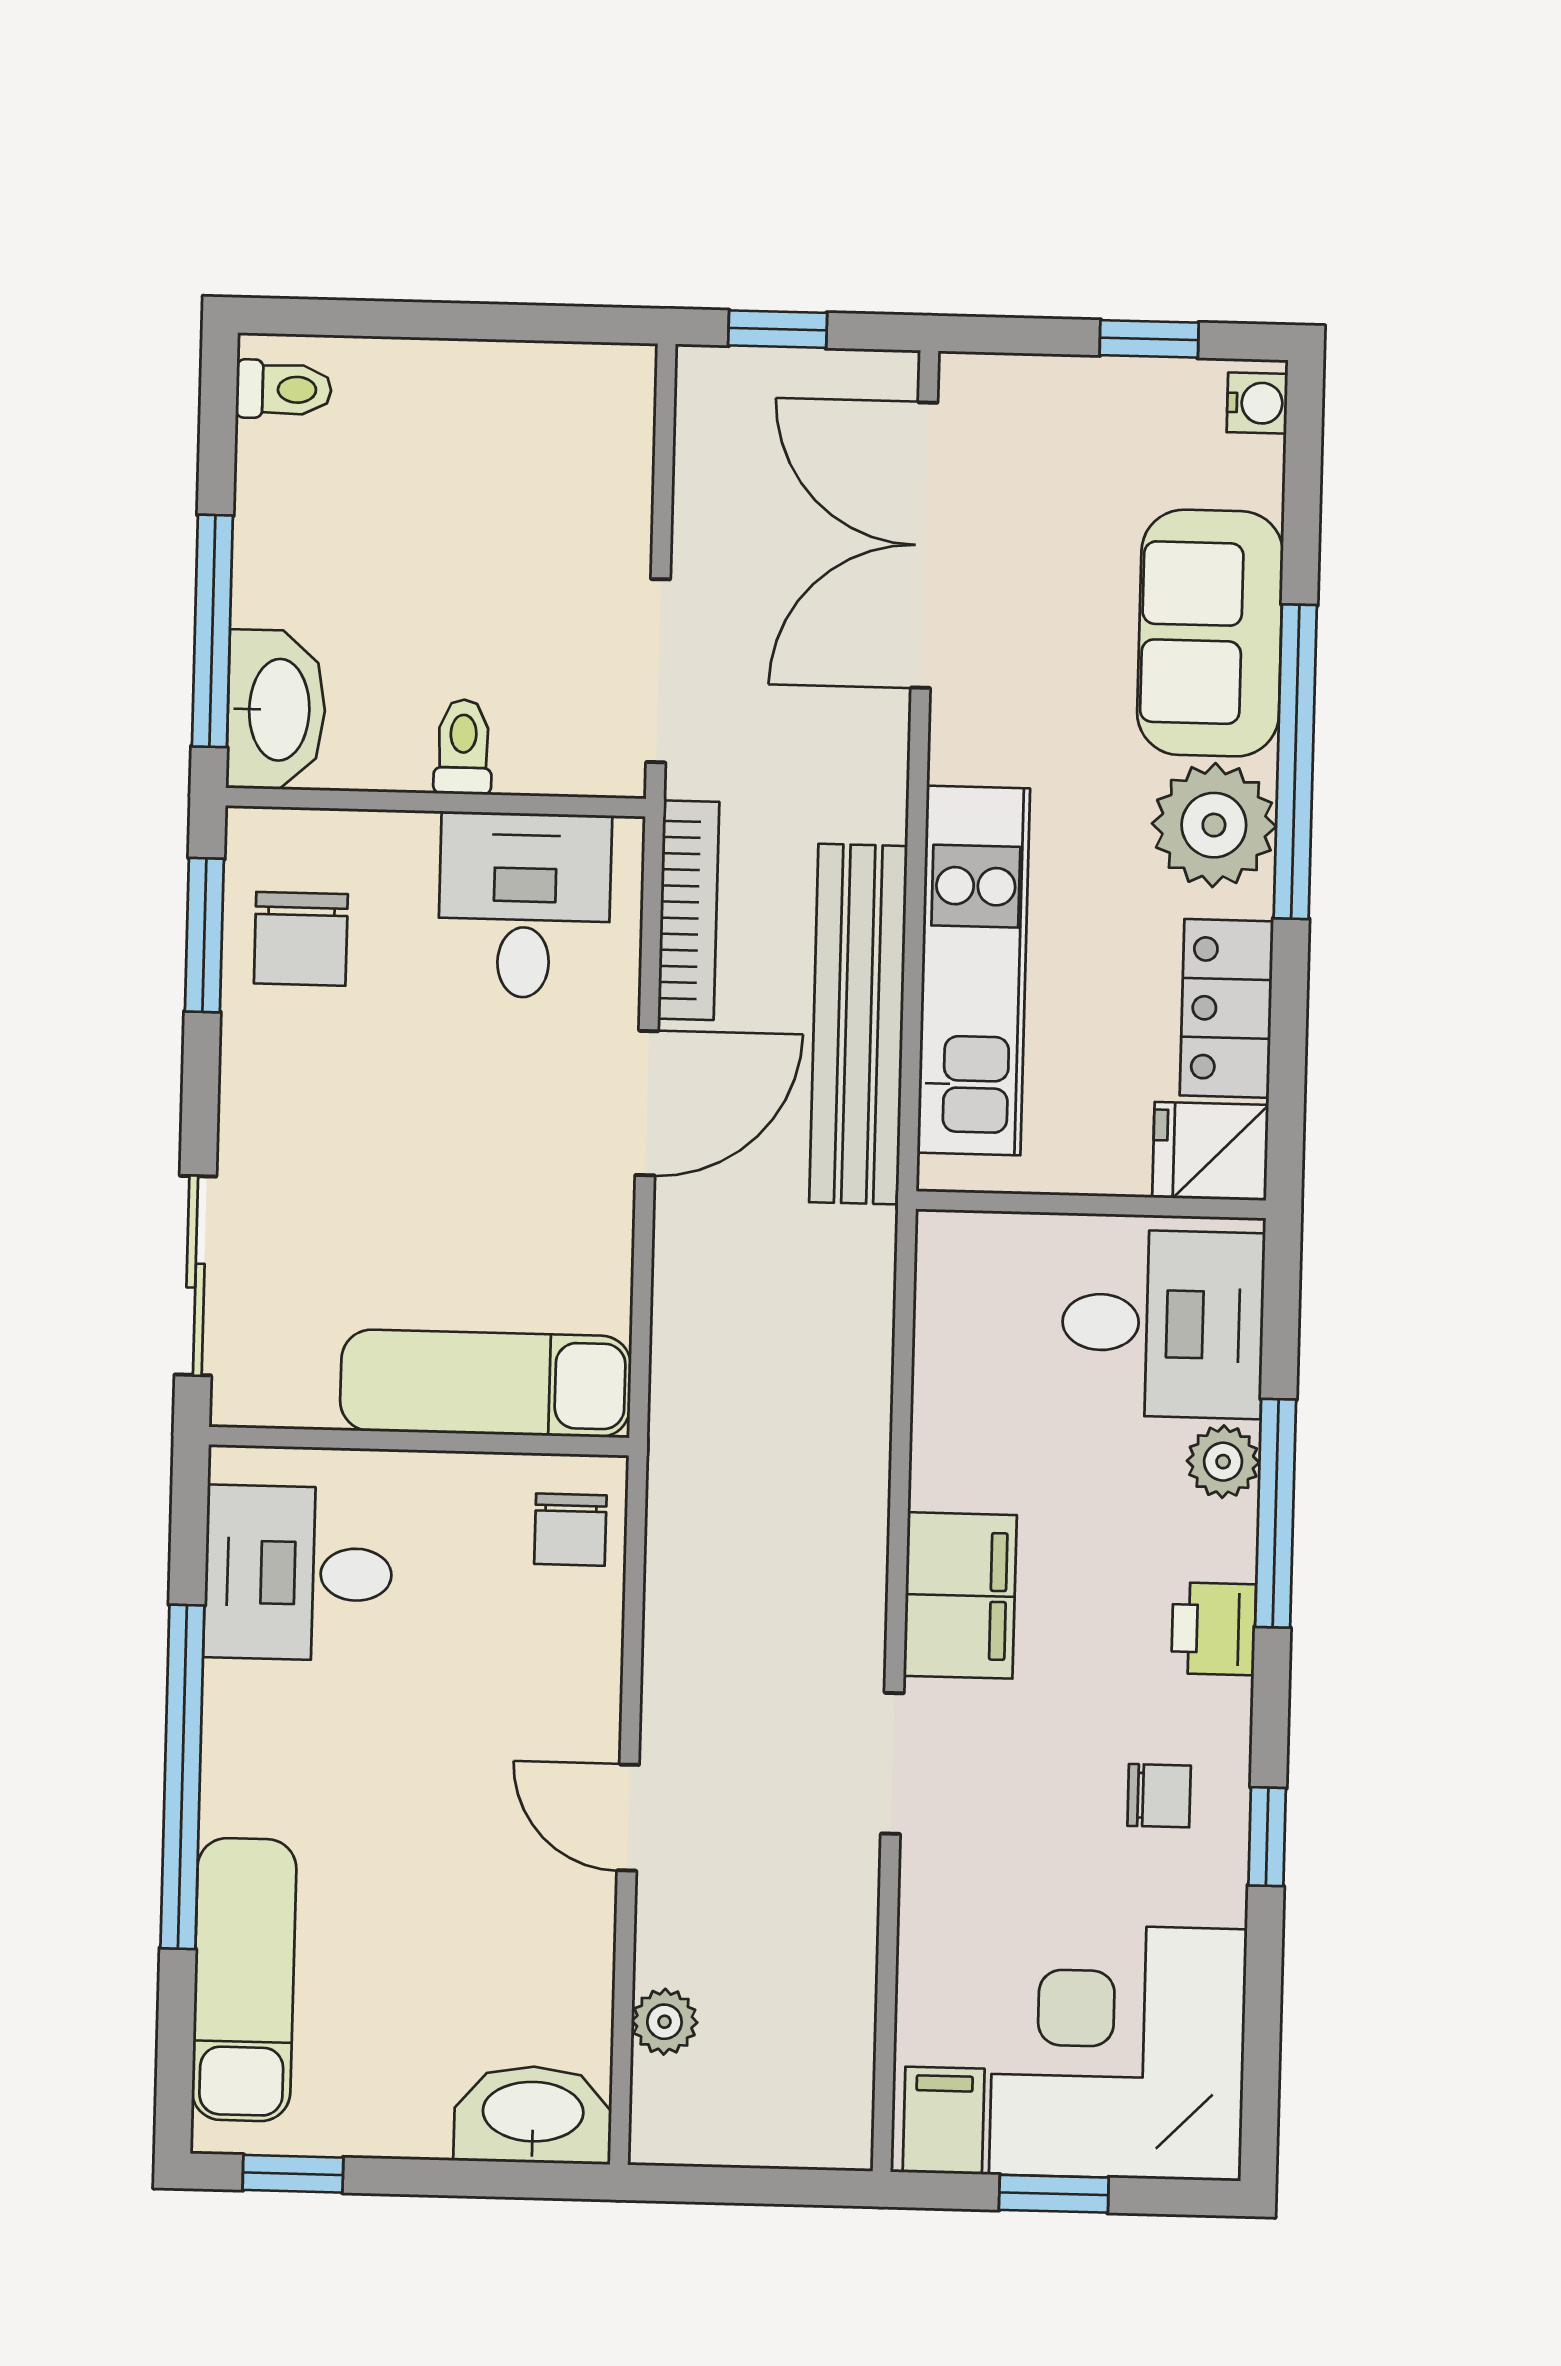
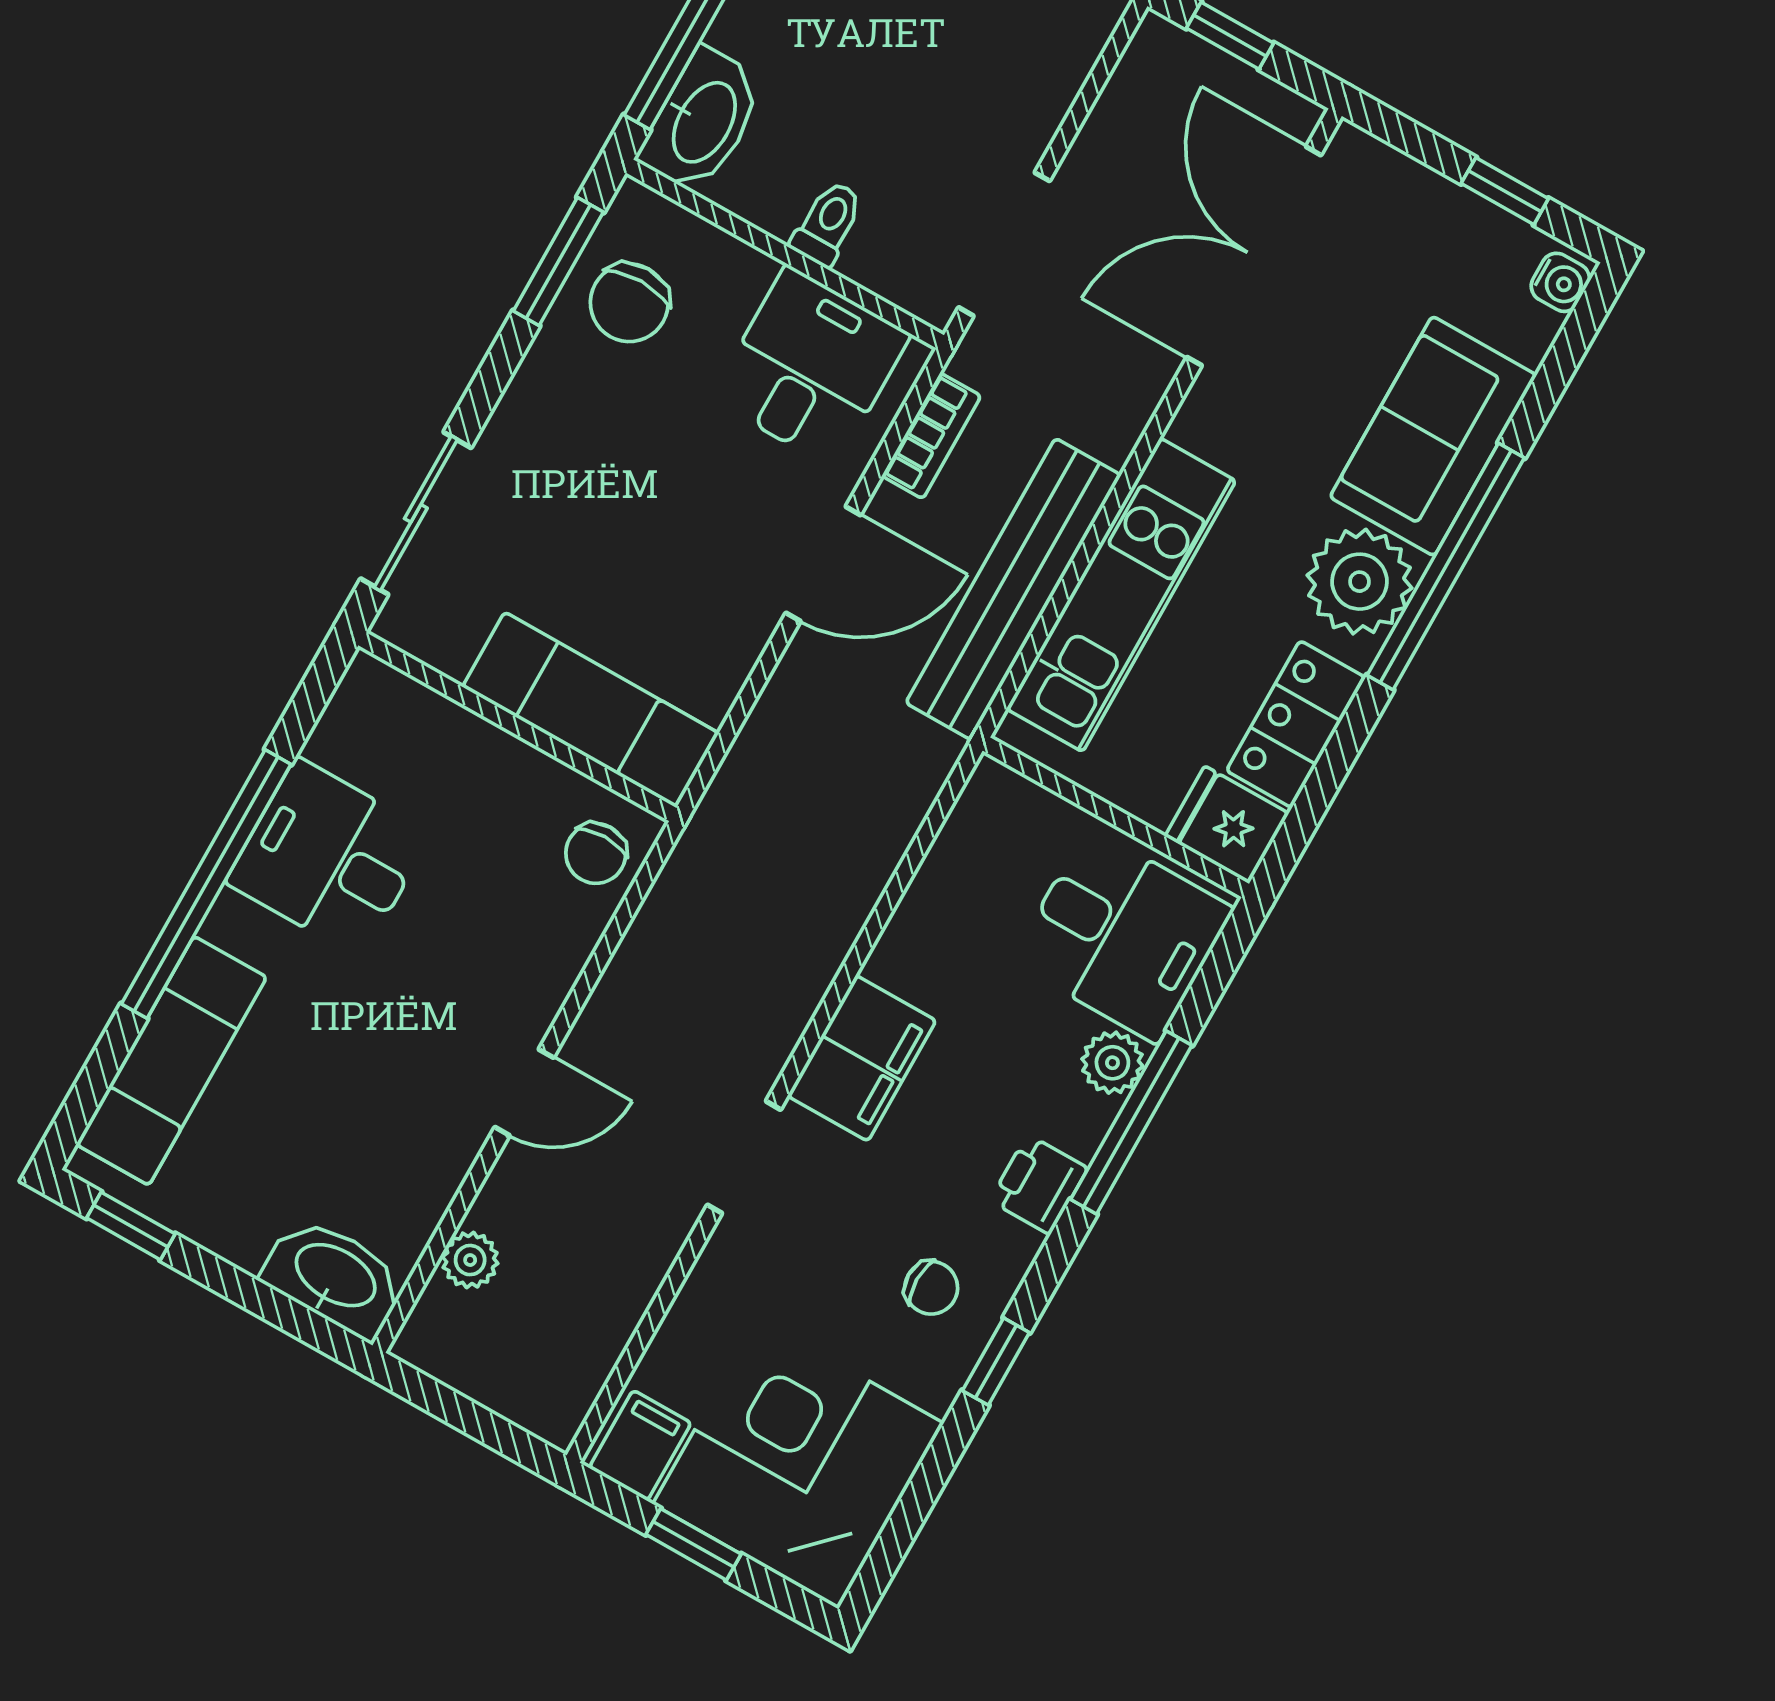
bookcase: (689, 910) -> (931, 436), width x0.64
desk: (298, 1573) -> (329, 858), moved
door: (628, 1818) -> (524, 1092), swing flipped

